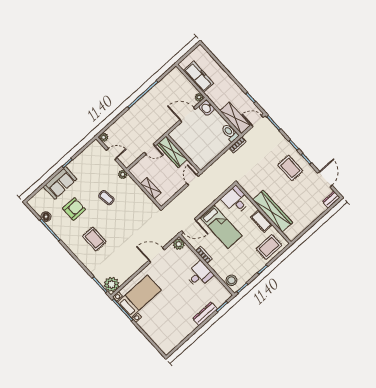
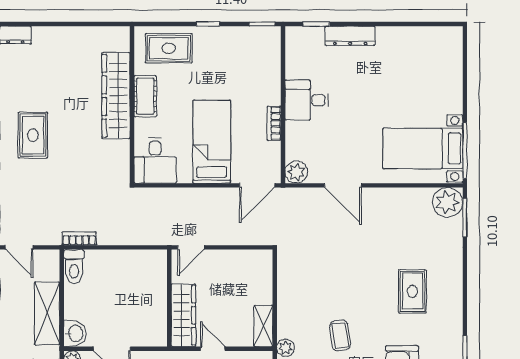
shelving: (235, 118) -> (47, 313), moved
shelving: (151, 188) -> (263, 326), moved
door: (189, 226) -> (257, 185), swing flipped
stool: (231, 280) -> (267, 50), removed

